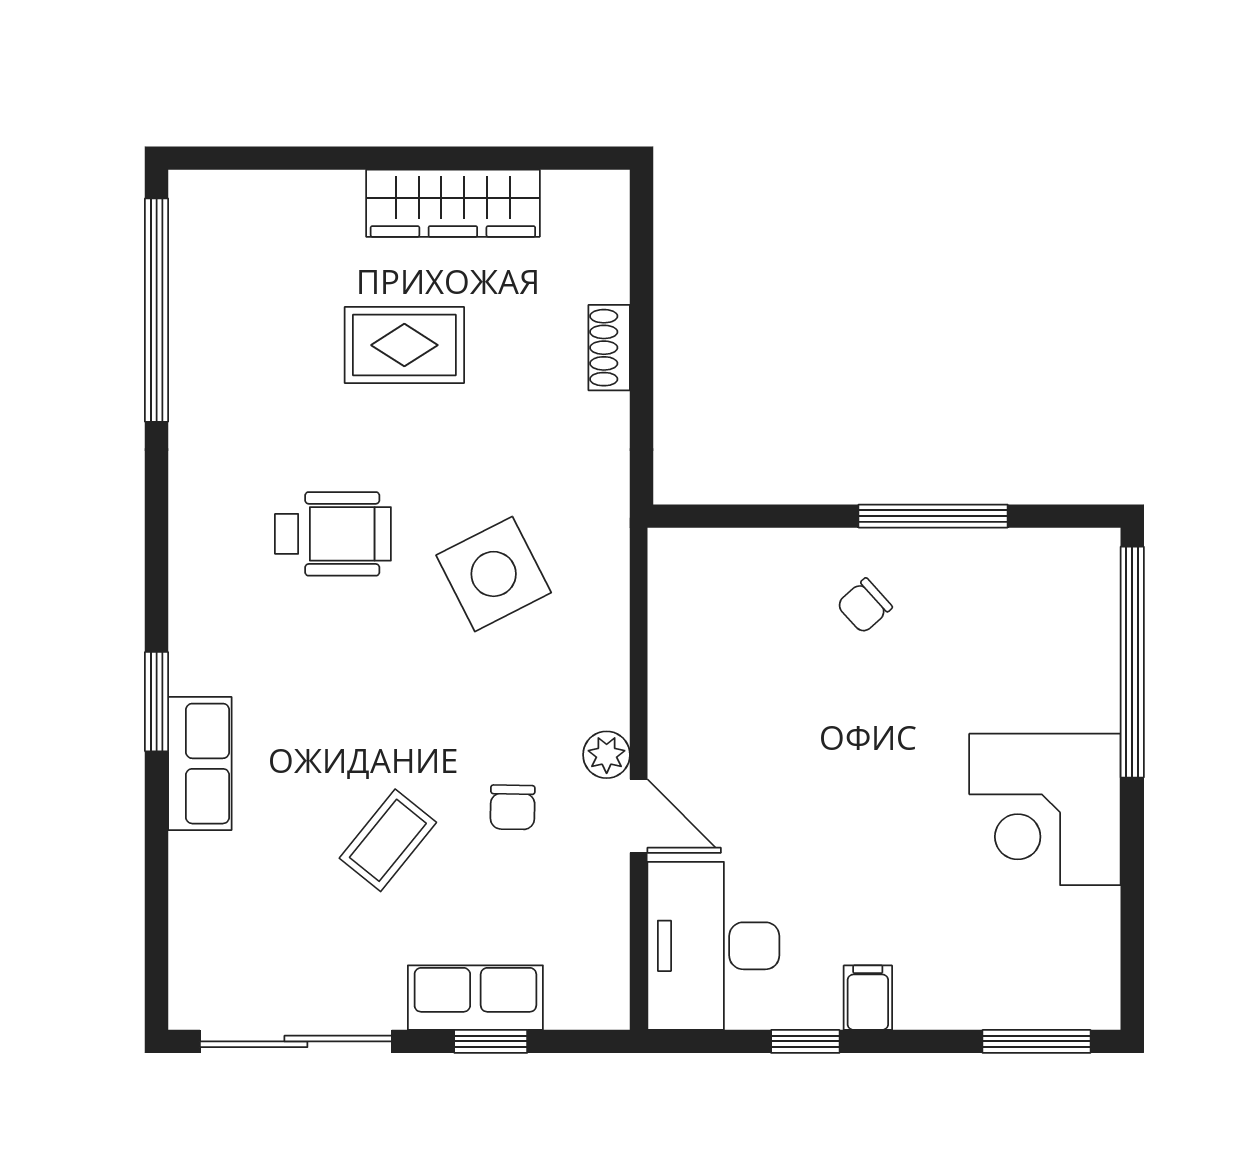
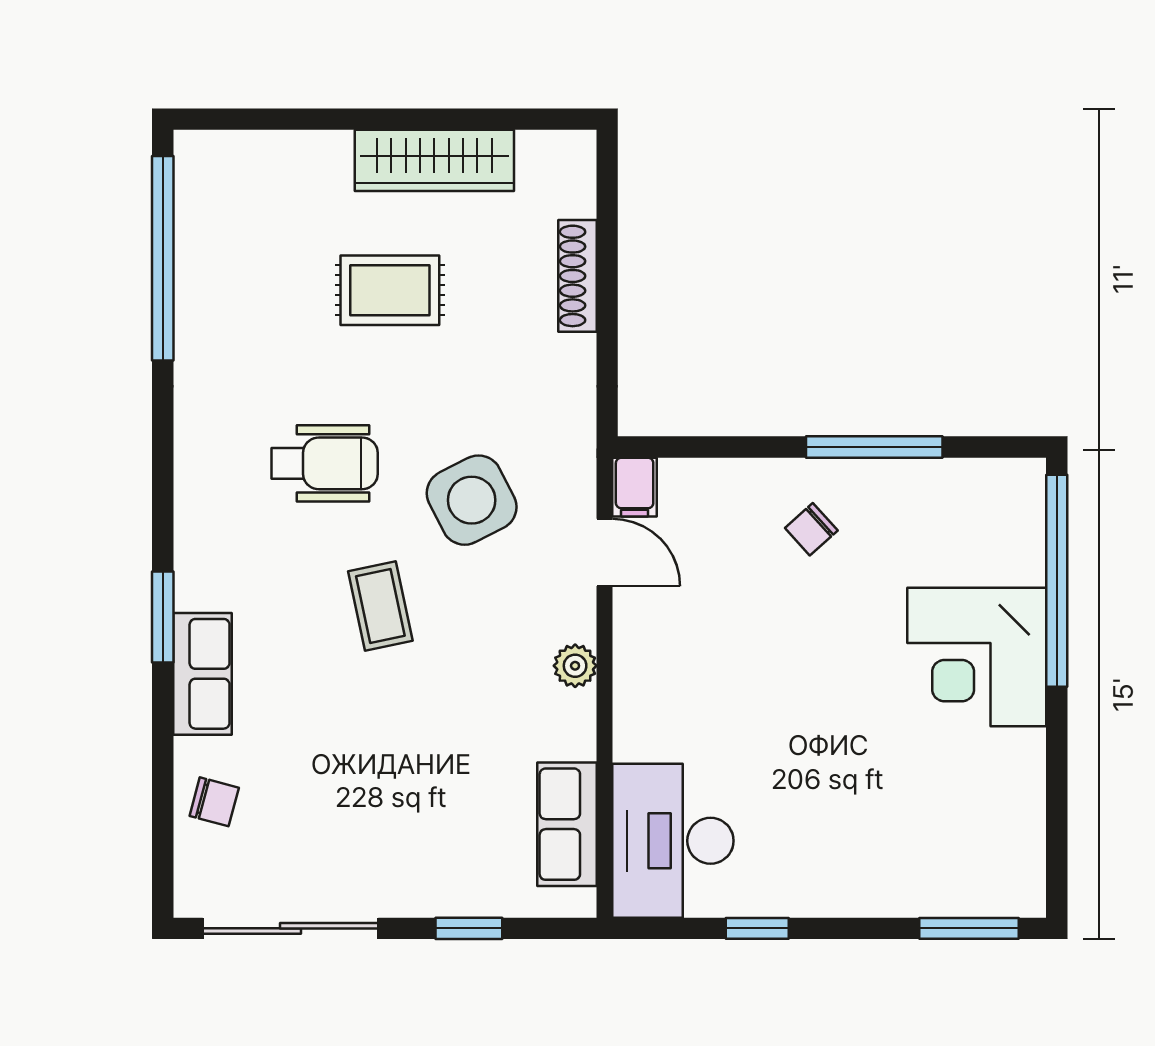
shoe rack: (609, 348) -> (578, 276), width x1.43
chair: (513, 807) -> (214, 802), moved, turned -76
corner desk: (1045, 809) -> (977, 657), moved
door: (639, 816) -> (604, 552), moved
coffee table: (388, 840) -> (380, 606), moved, turned -51
row of seats: (475, 998) -> (567, 824), moved, turned -90
filing cabinet: (868, 998) -> (635, 487), moved, turned 180

